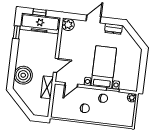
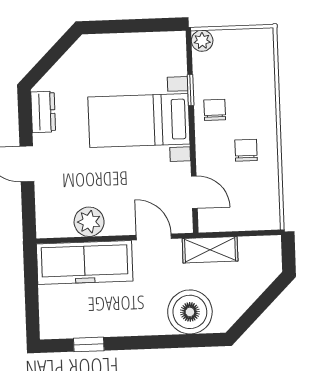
window: (39, 12) -> (32, 297), removed
freezer: (40, 23) -> (85, 262), moved, turned 90
plant: (68, 25) -> (89, 222), moved

